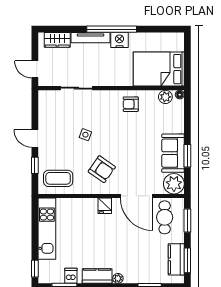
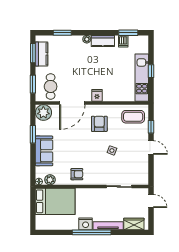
sofa: (173, 153) -> (44, 151), moved
armchair: (102, 169) -> (99, 124), turned 55
door: (137, 196) -> (72, 103), swing flipped
window: (35, 269) -> (151, 71), moved

